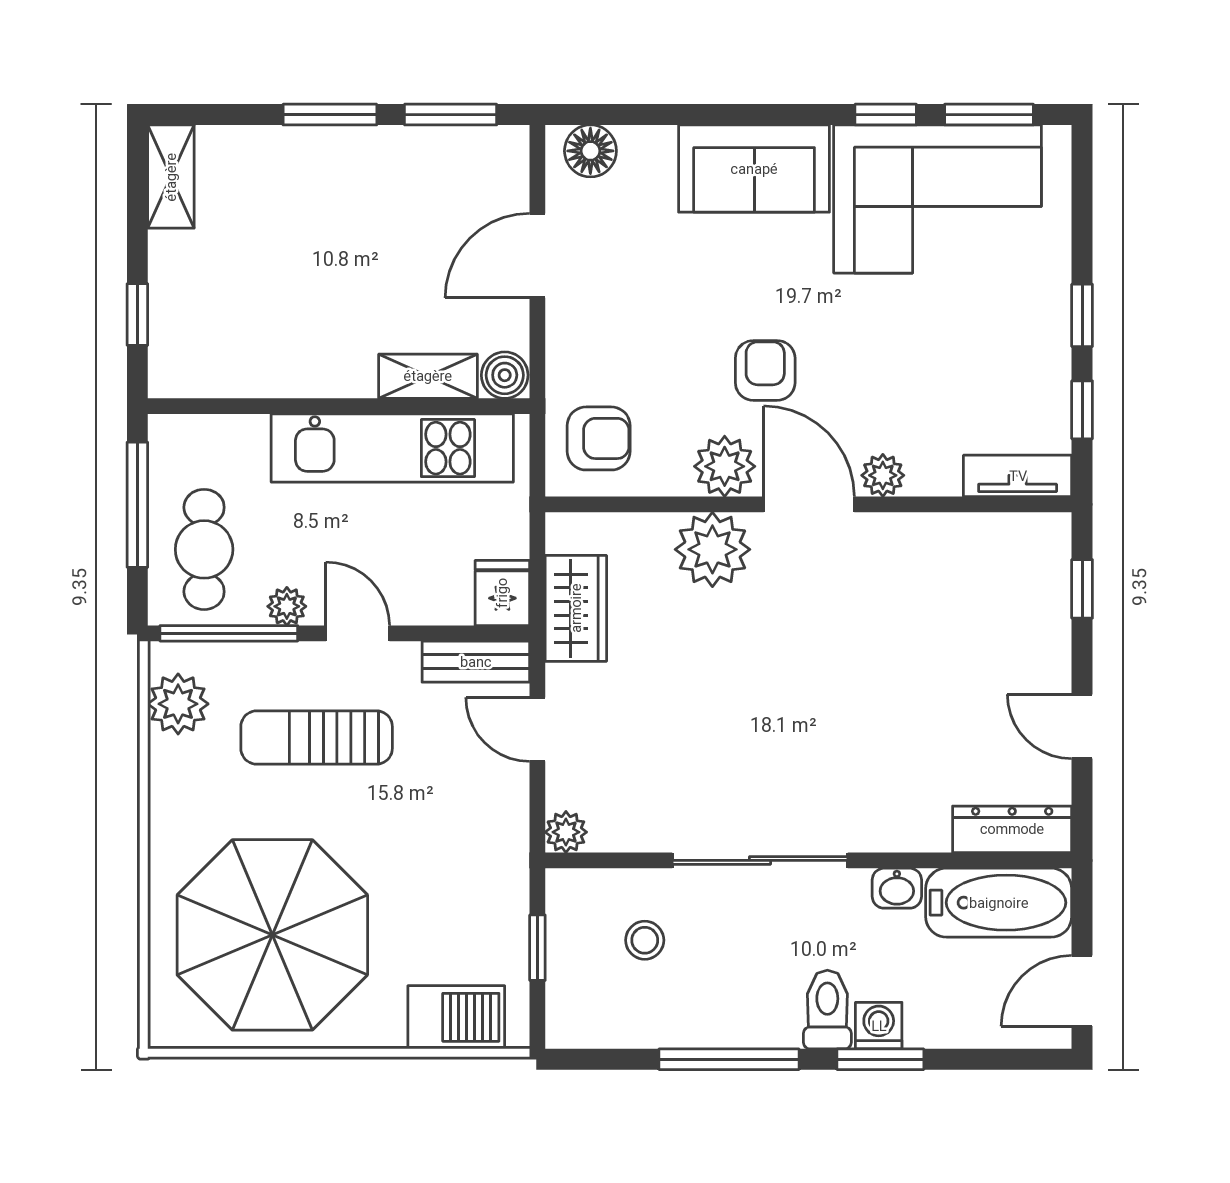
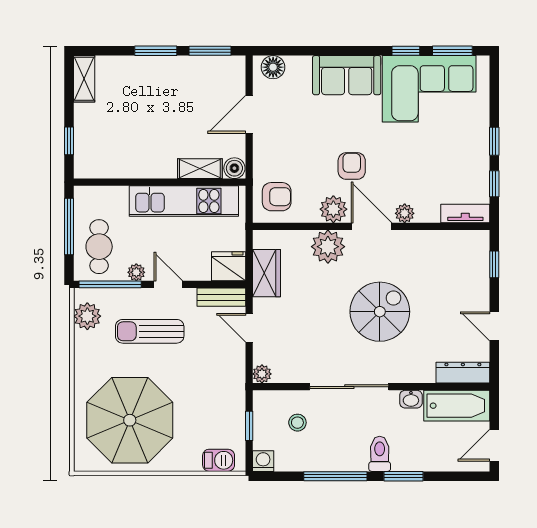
fridge: (502, 593) -> (229, 266), width x1.38
spiral stairs: (828, 694) -> (380, 312), added
barbecue: (456, 1017) -> (219, 460), width x0.73, depth x0.79
washing machine: (879, 1026) -> (263, 461), moved

